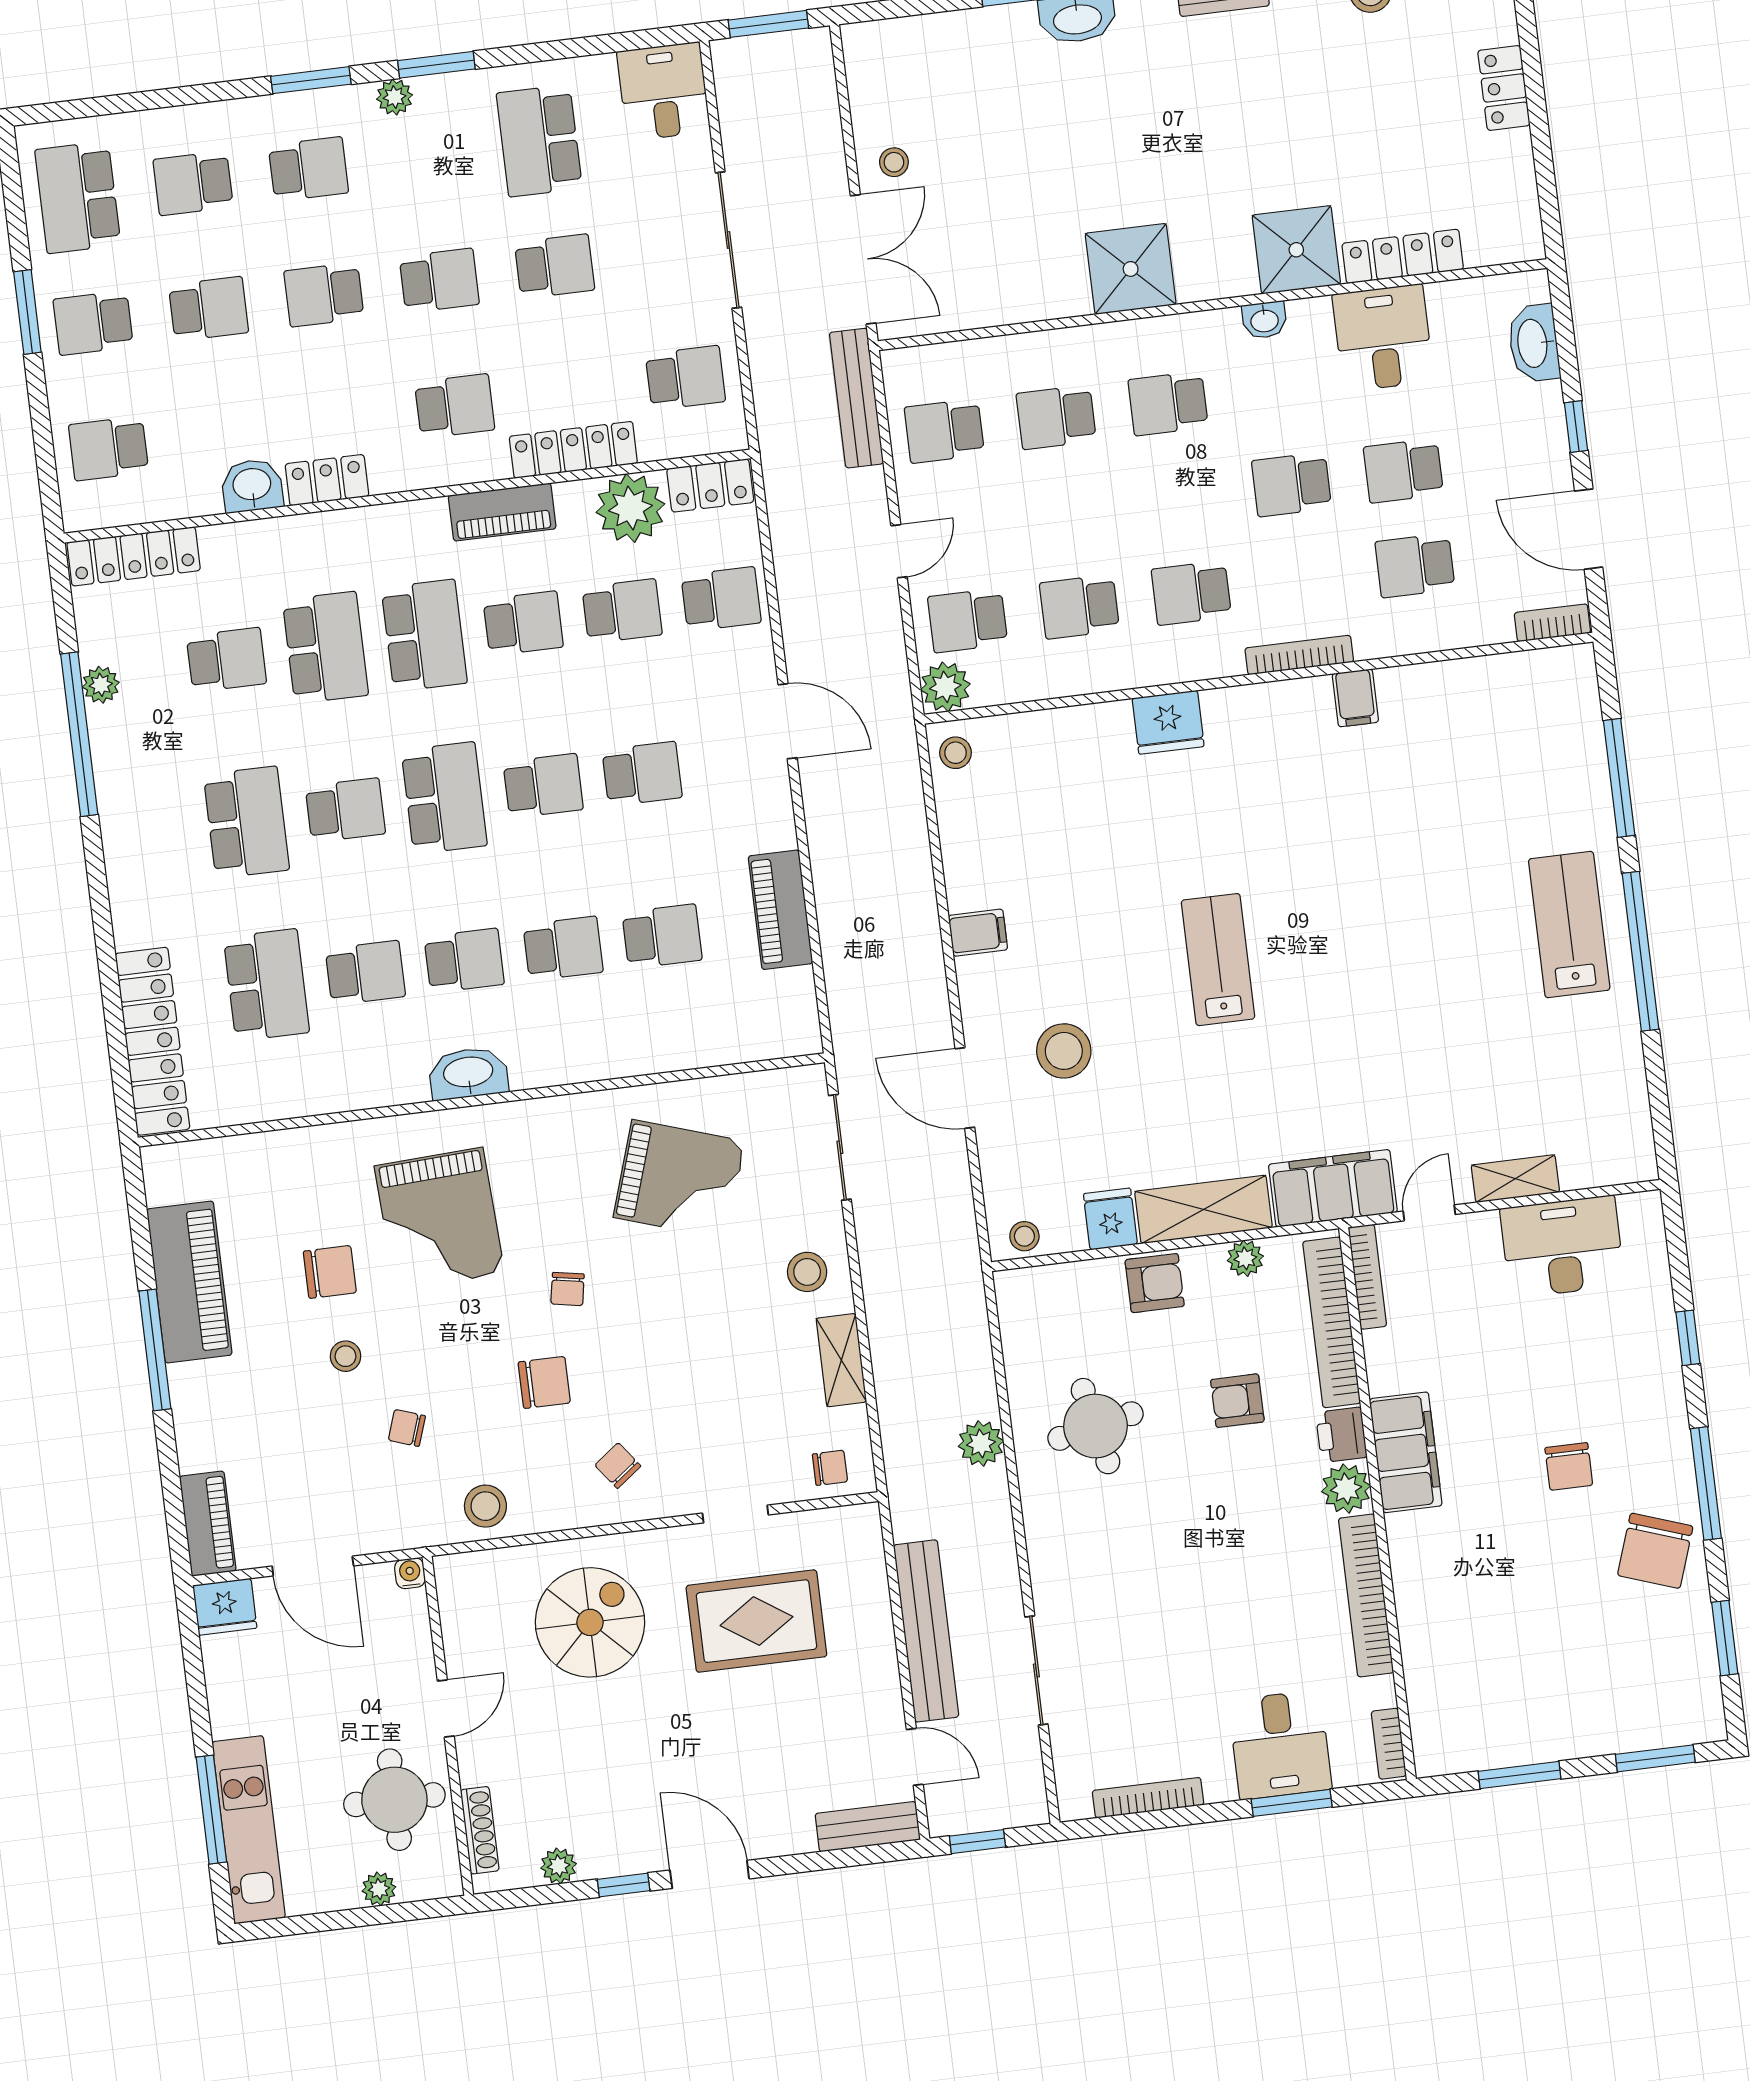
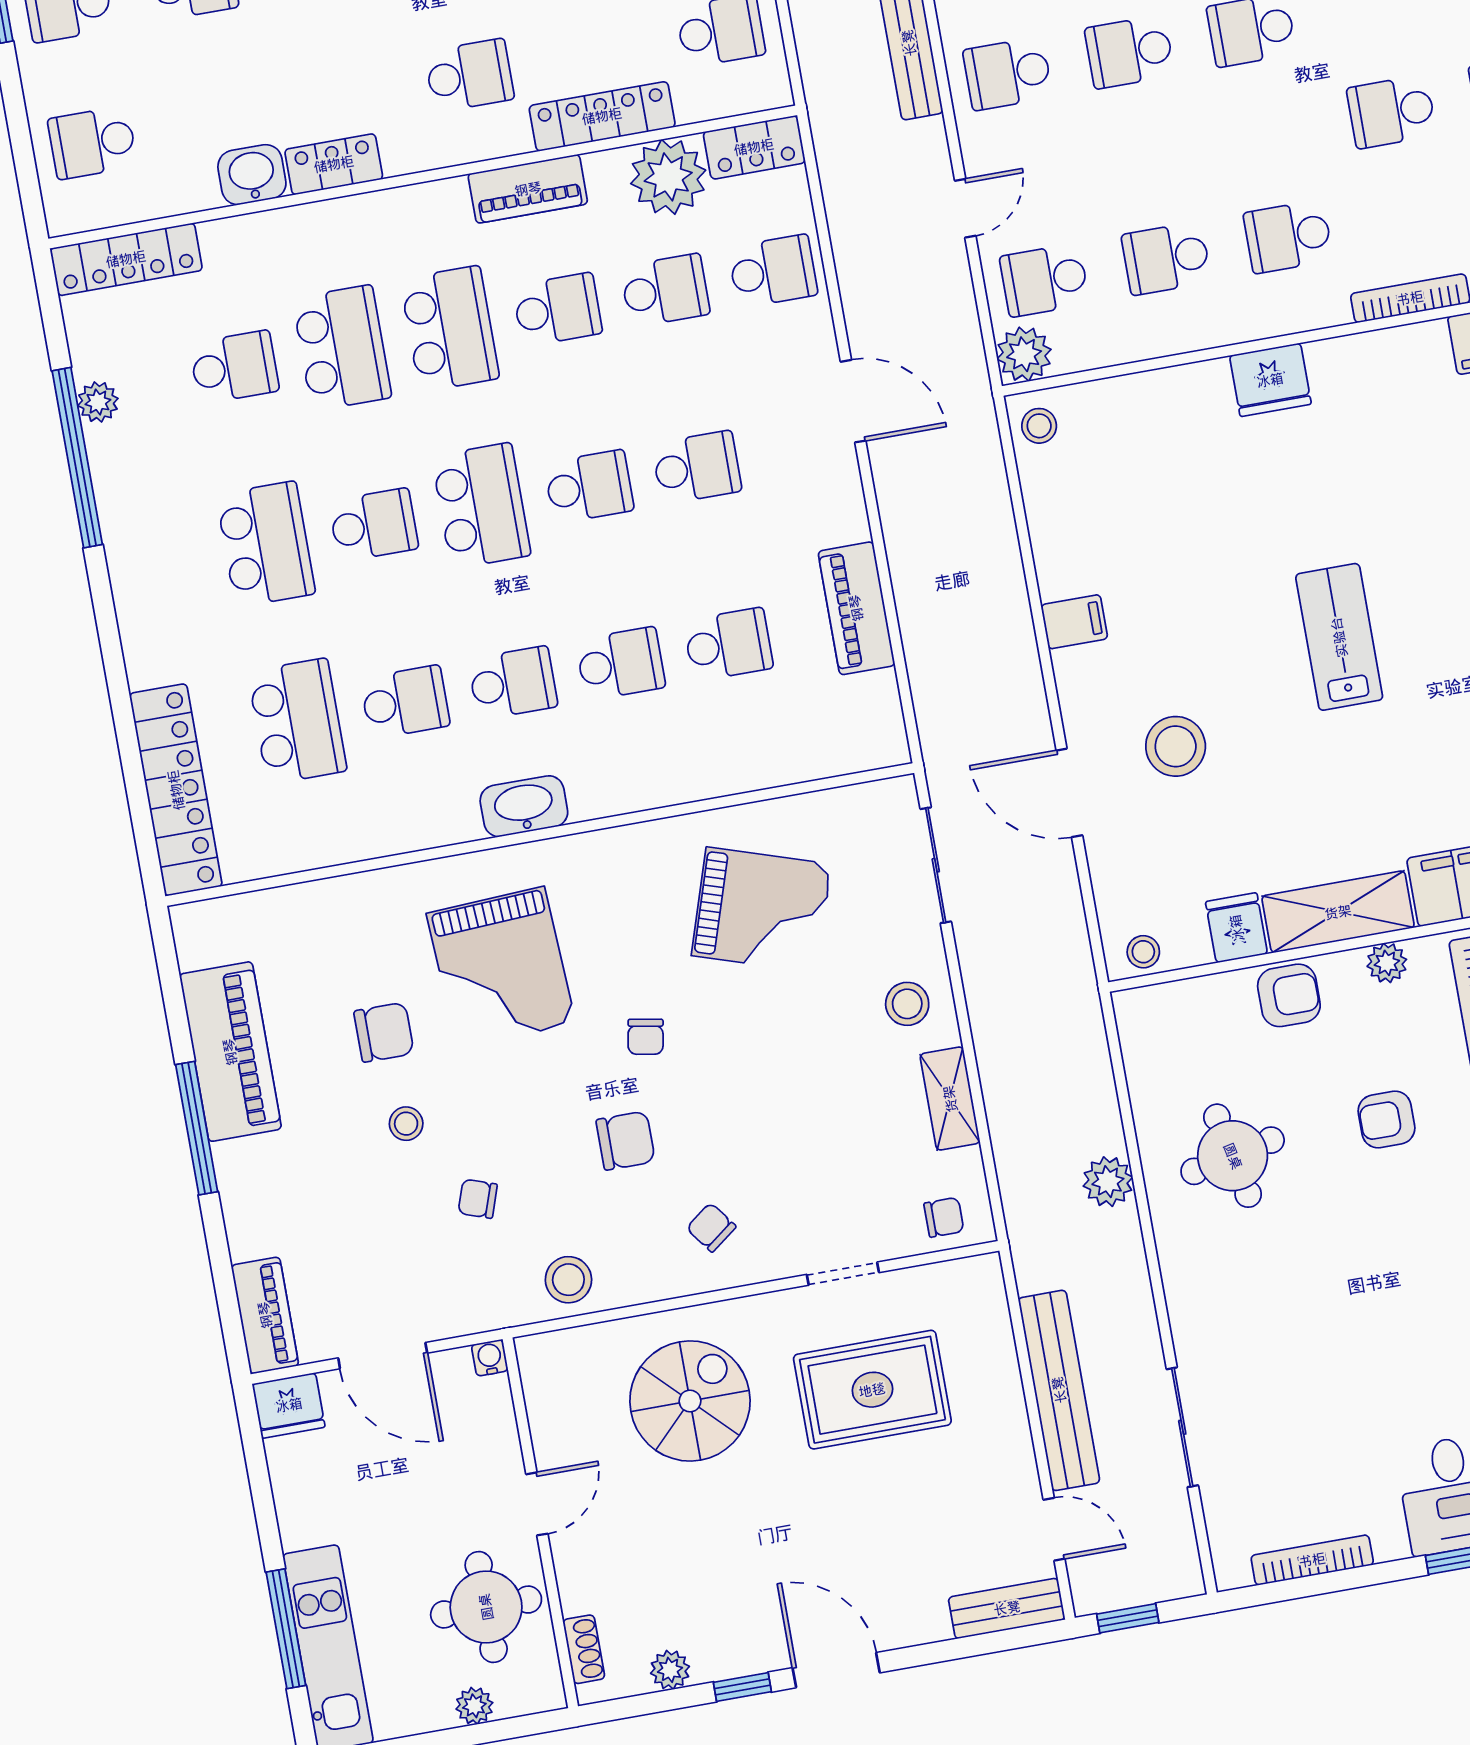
shoe rack: (480, 1830) -> (584, 1649), width x0.70

